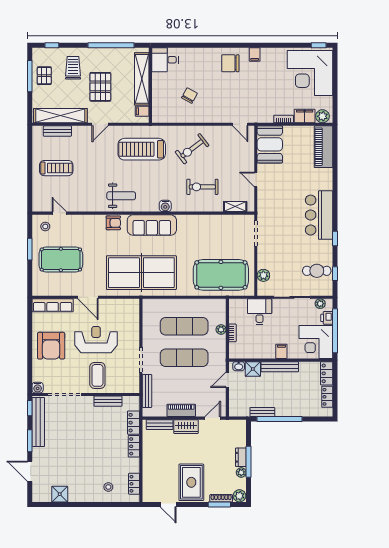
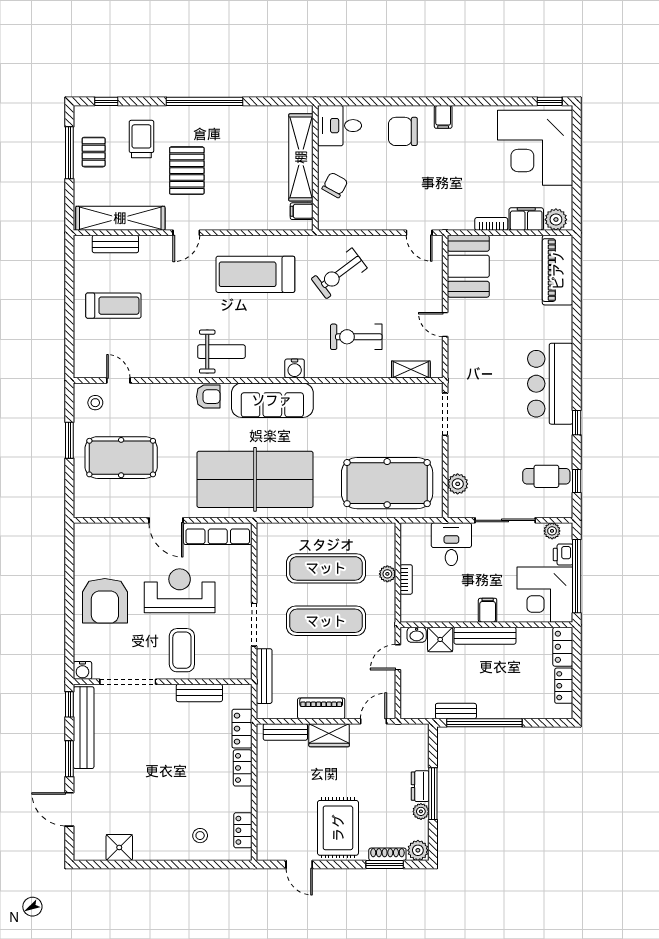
desk: (165, 60) -> (339, 126), moved
shelving: (142, 79) -> (301, 157), moved
wall: (150, 85) -> (315, 168), moved
filing cabinet: (142, 111) -> (302, 211), moved
row of seats: (53, 305) -> (218, 534), moved

